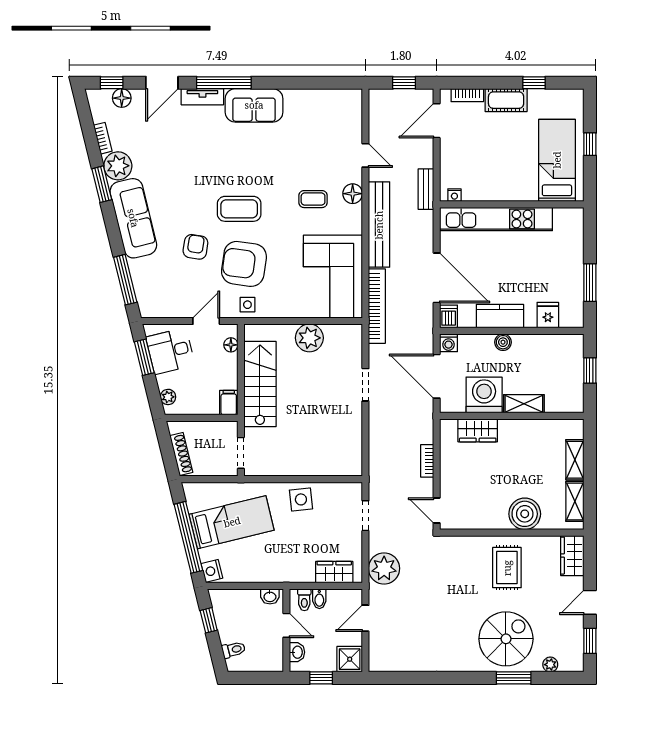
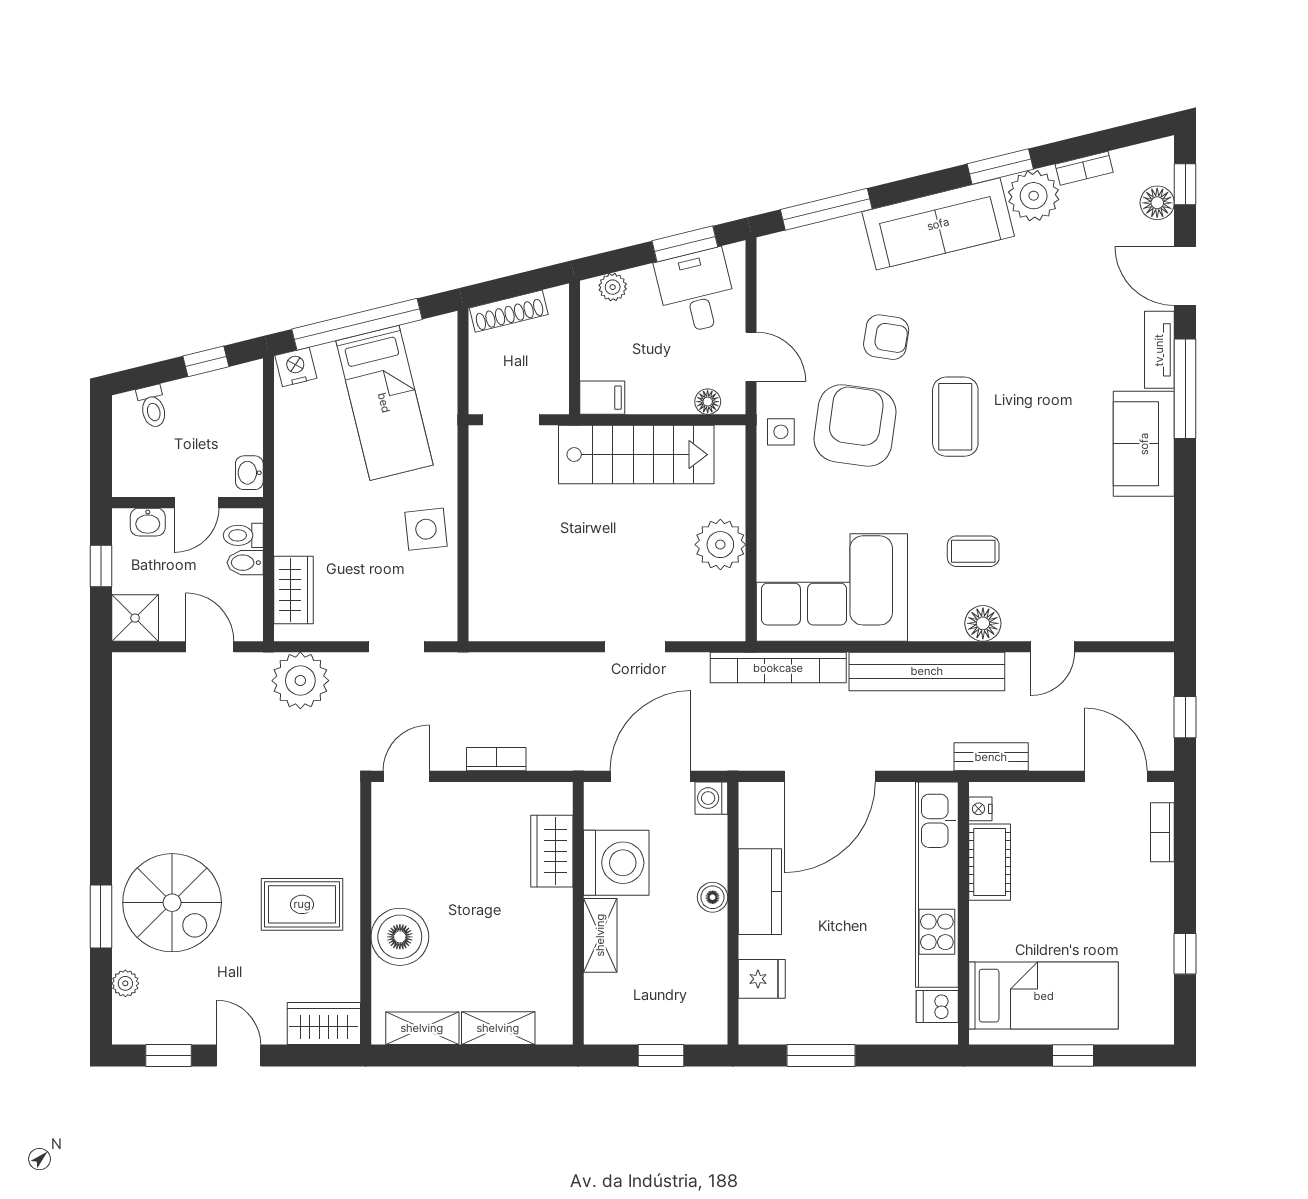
cot: (506, 100) -> (990, 862), moved
coffee table: (313, 199) -> (973, 551), turned 90
dishwasher: (449, 316) -> (937, 1006), moved, turned 180

